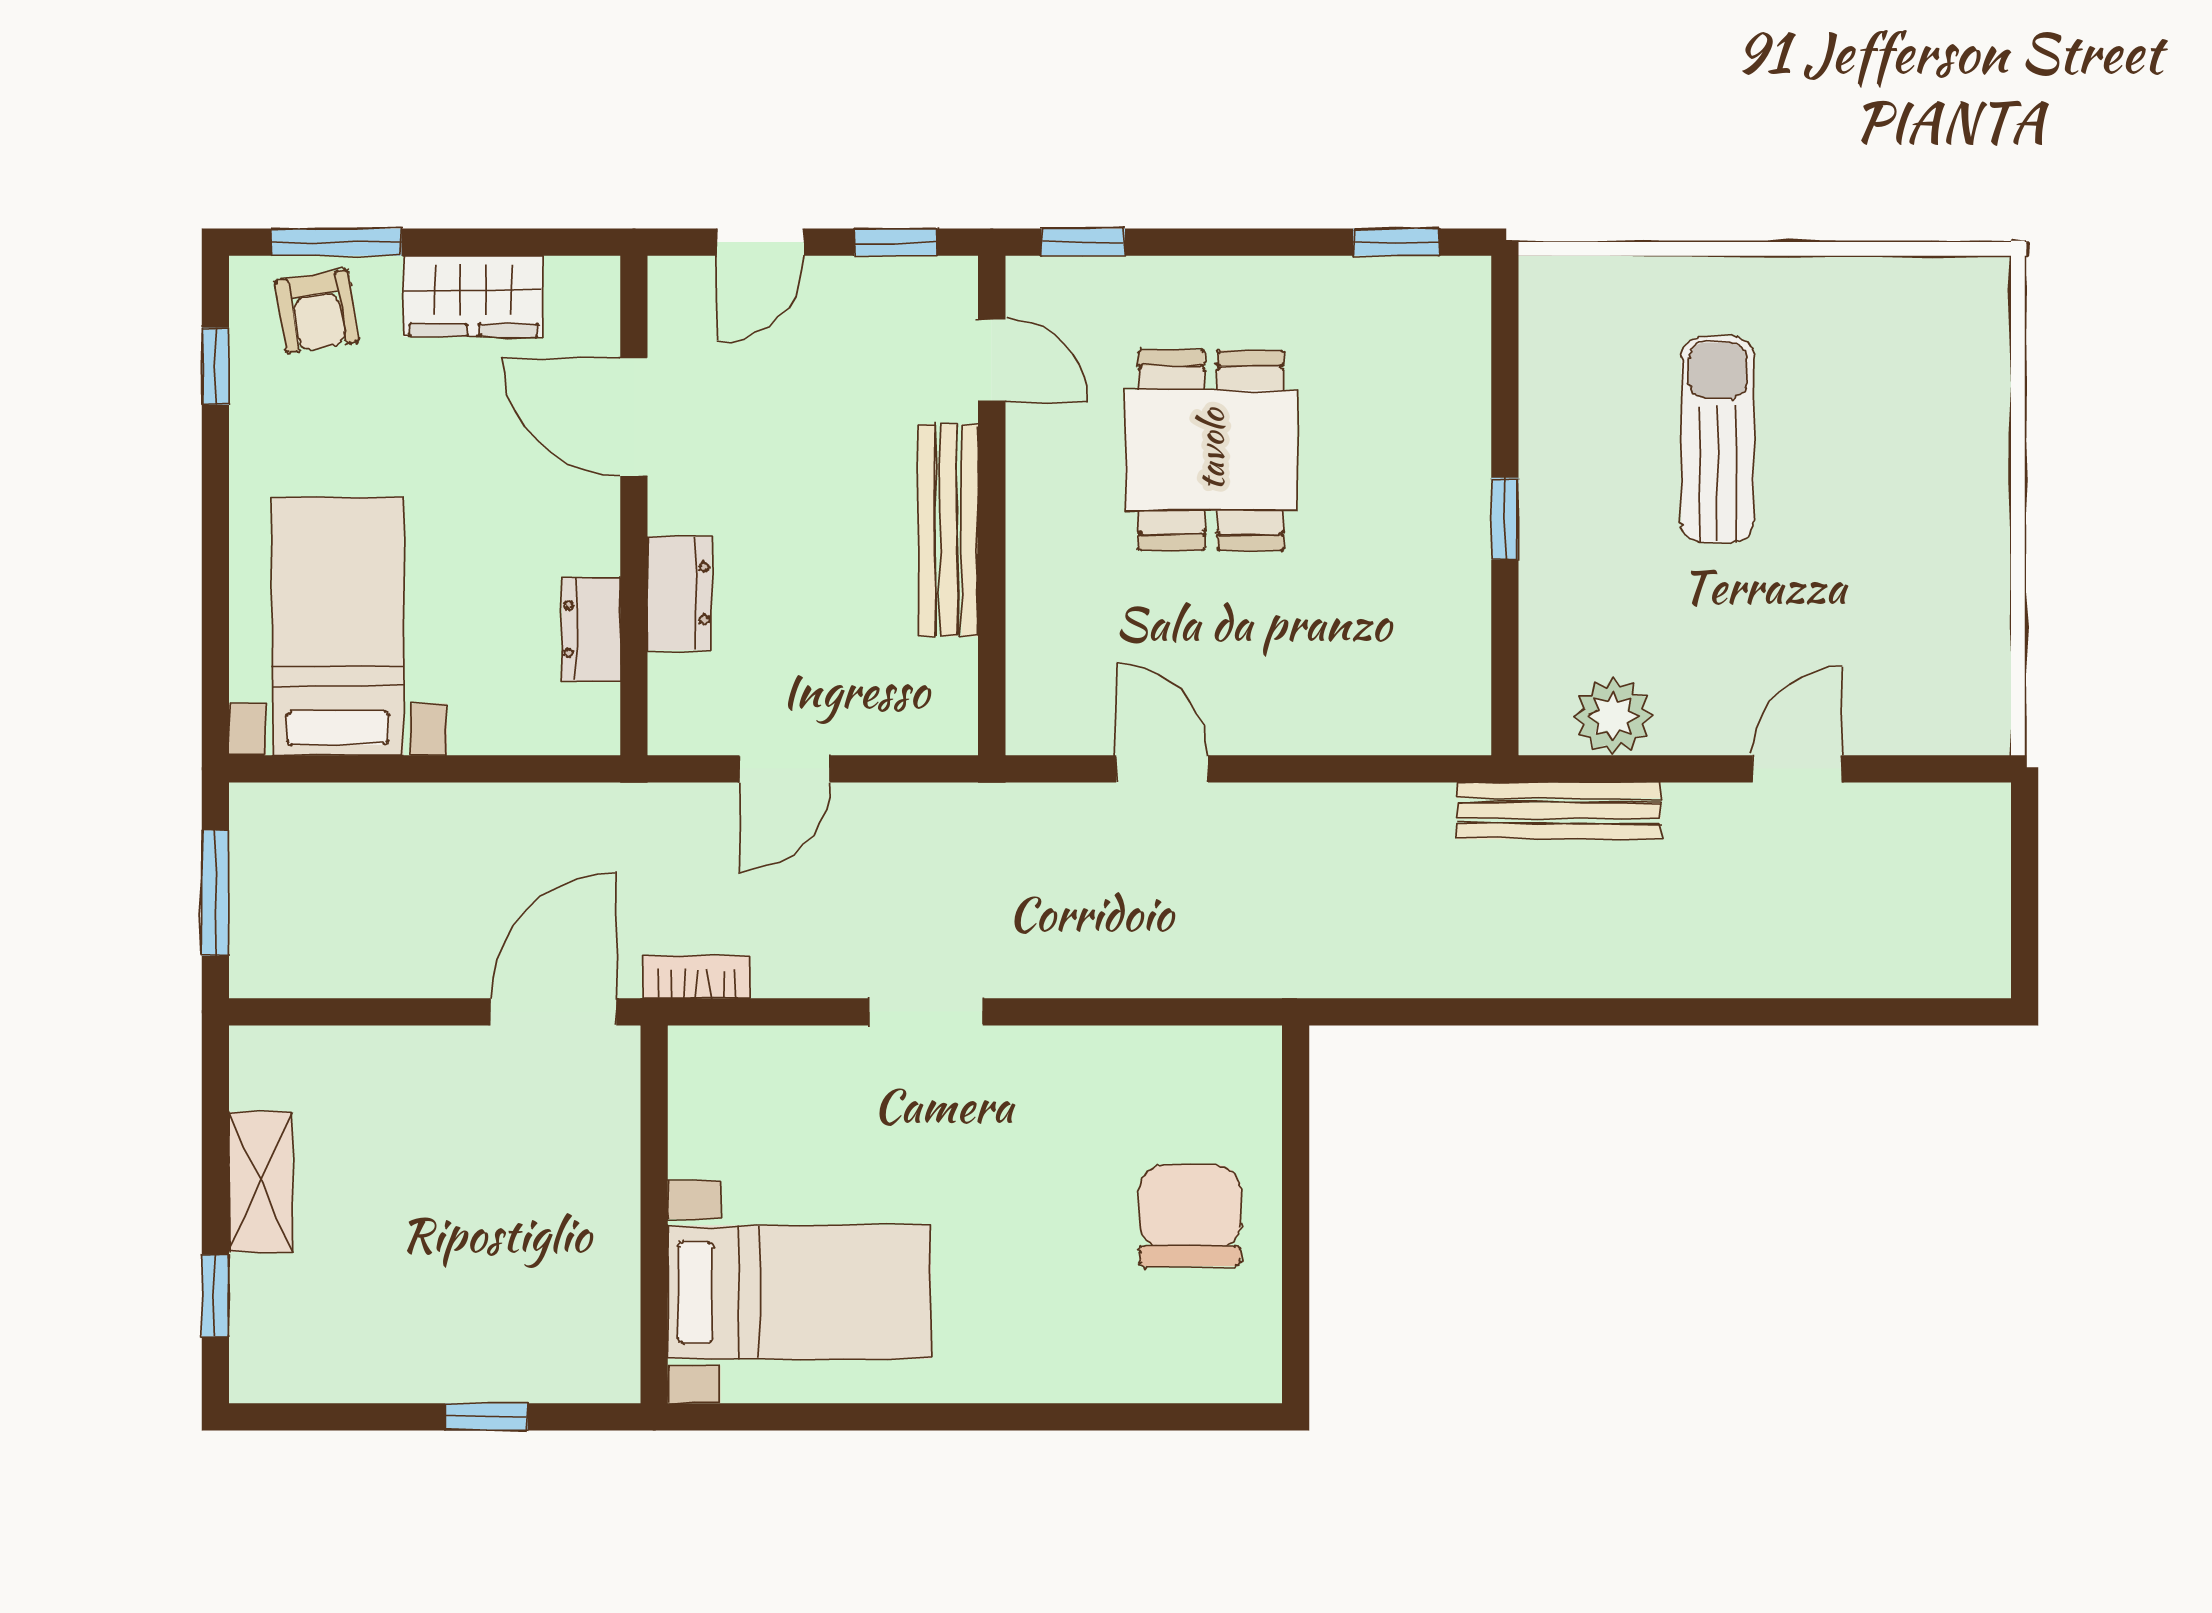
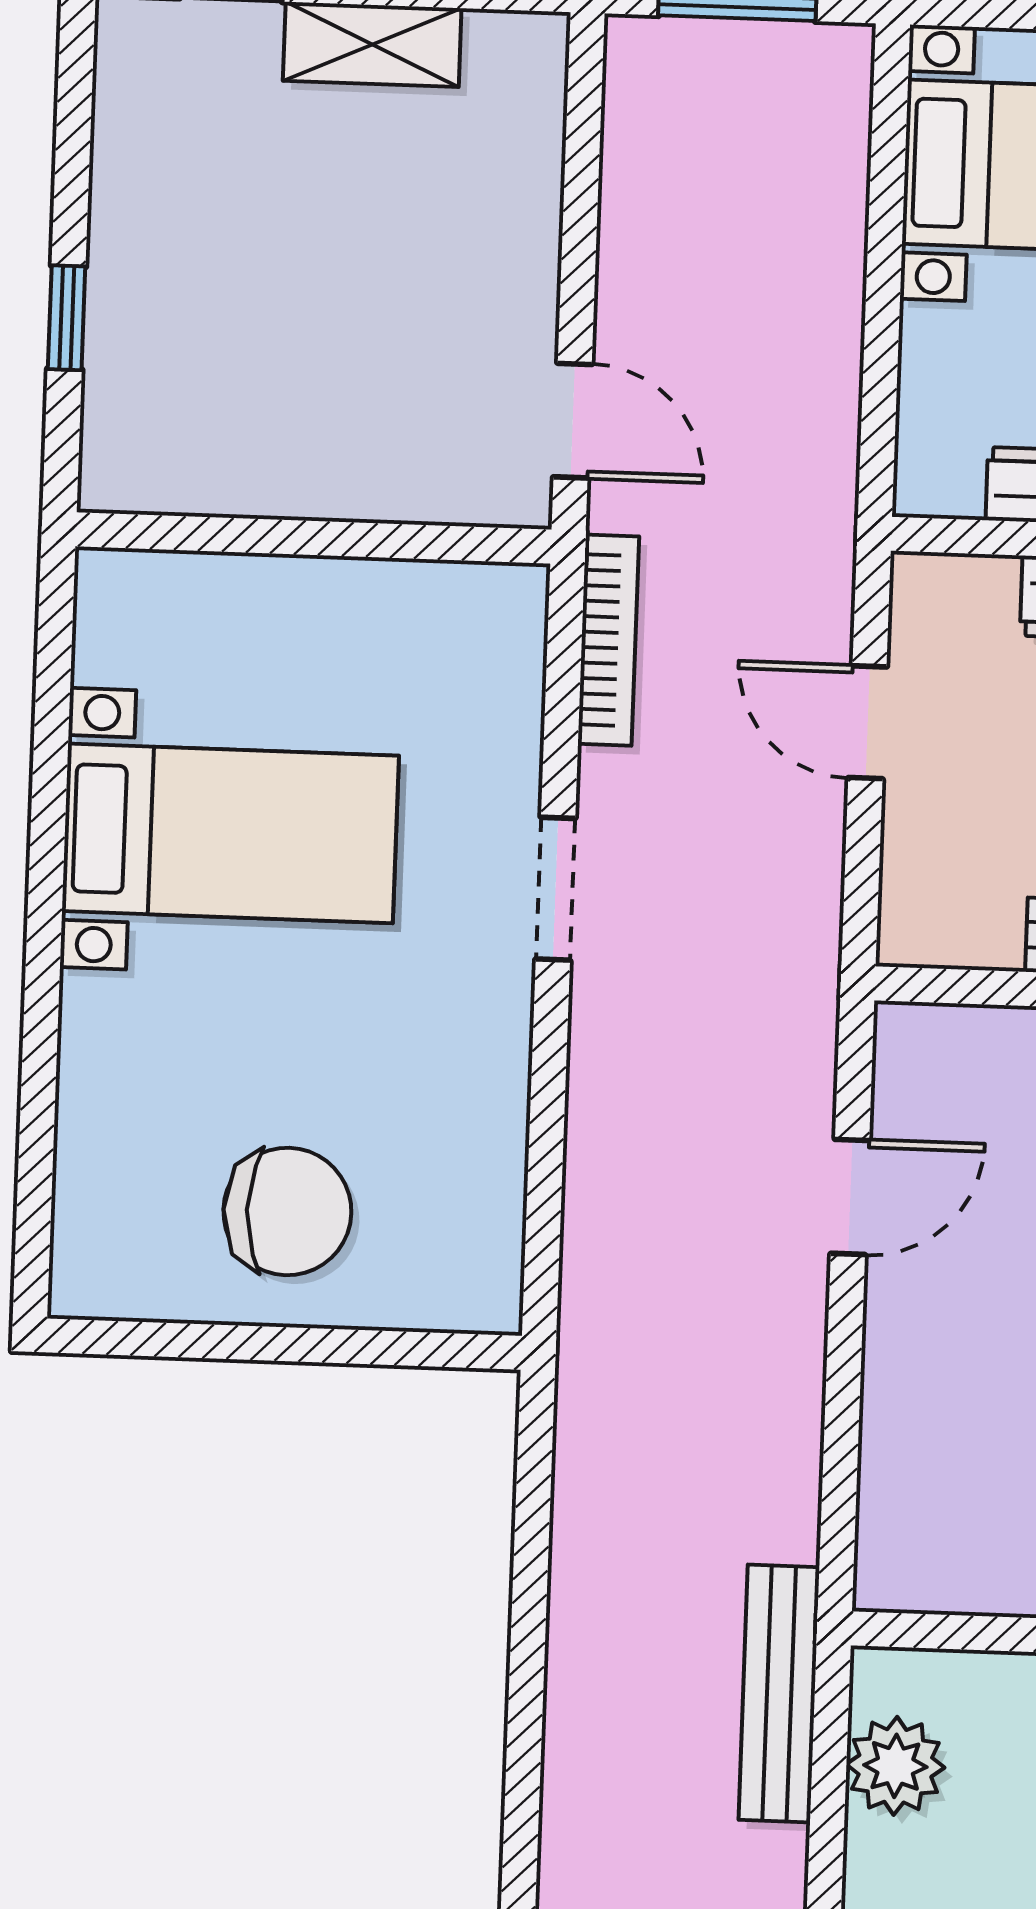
bookcase: (697, 977) -> (608, 640), width x1.56
door: (553, 1012) -> (573, 421), width x0.73
bed with nightstands: (799, 1292) -> (230, 833), moved, turned -90

